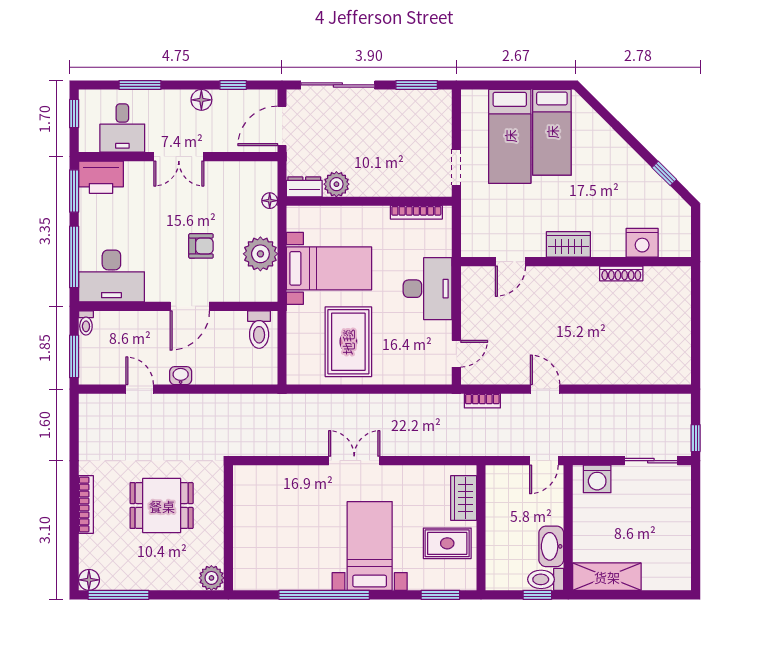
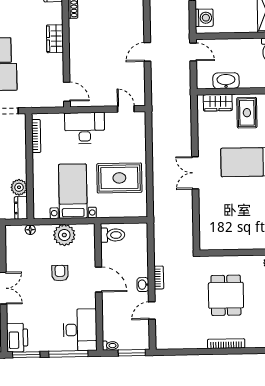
door: (510, 262) -> (67, 92), moved
bookcase: (482, 401) -> (159, 278), moved
washbasin: (551, 546) -> (226, 81), moved, turned 180

